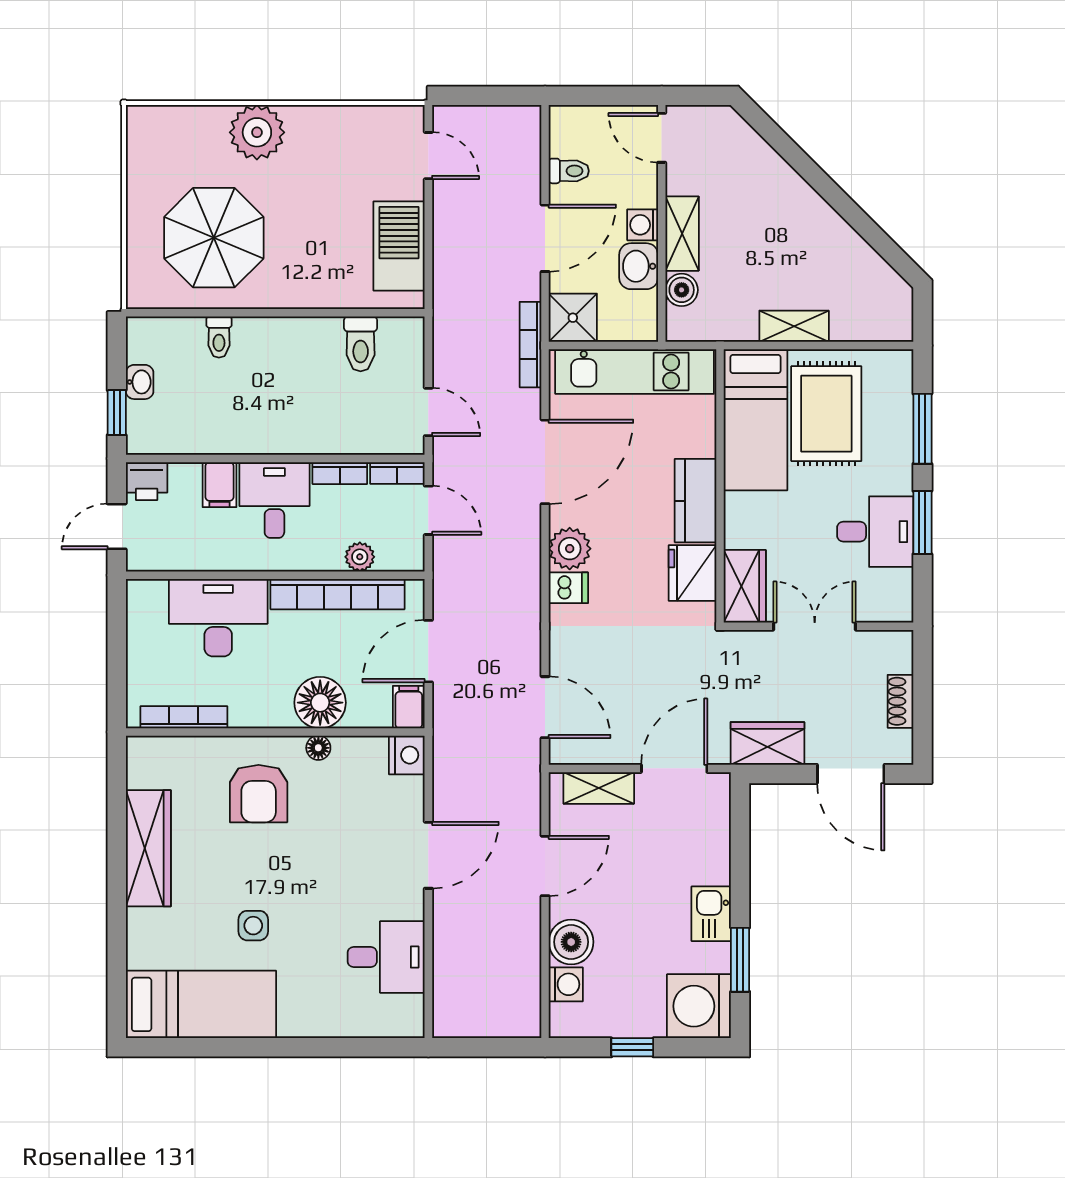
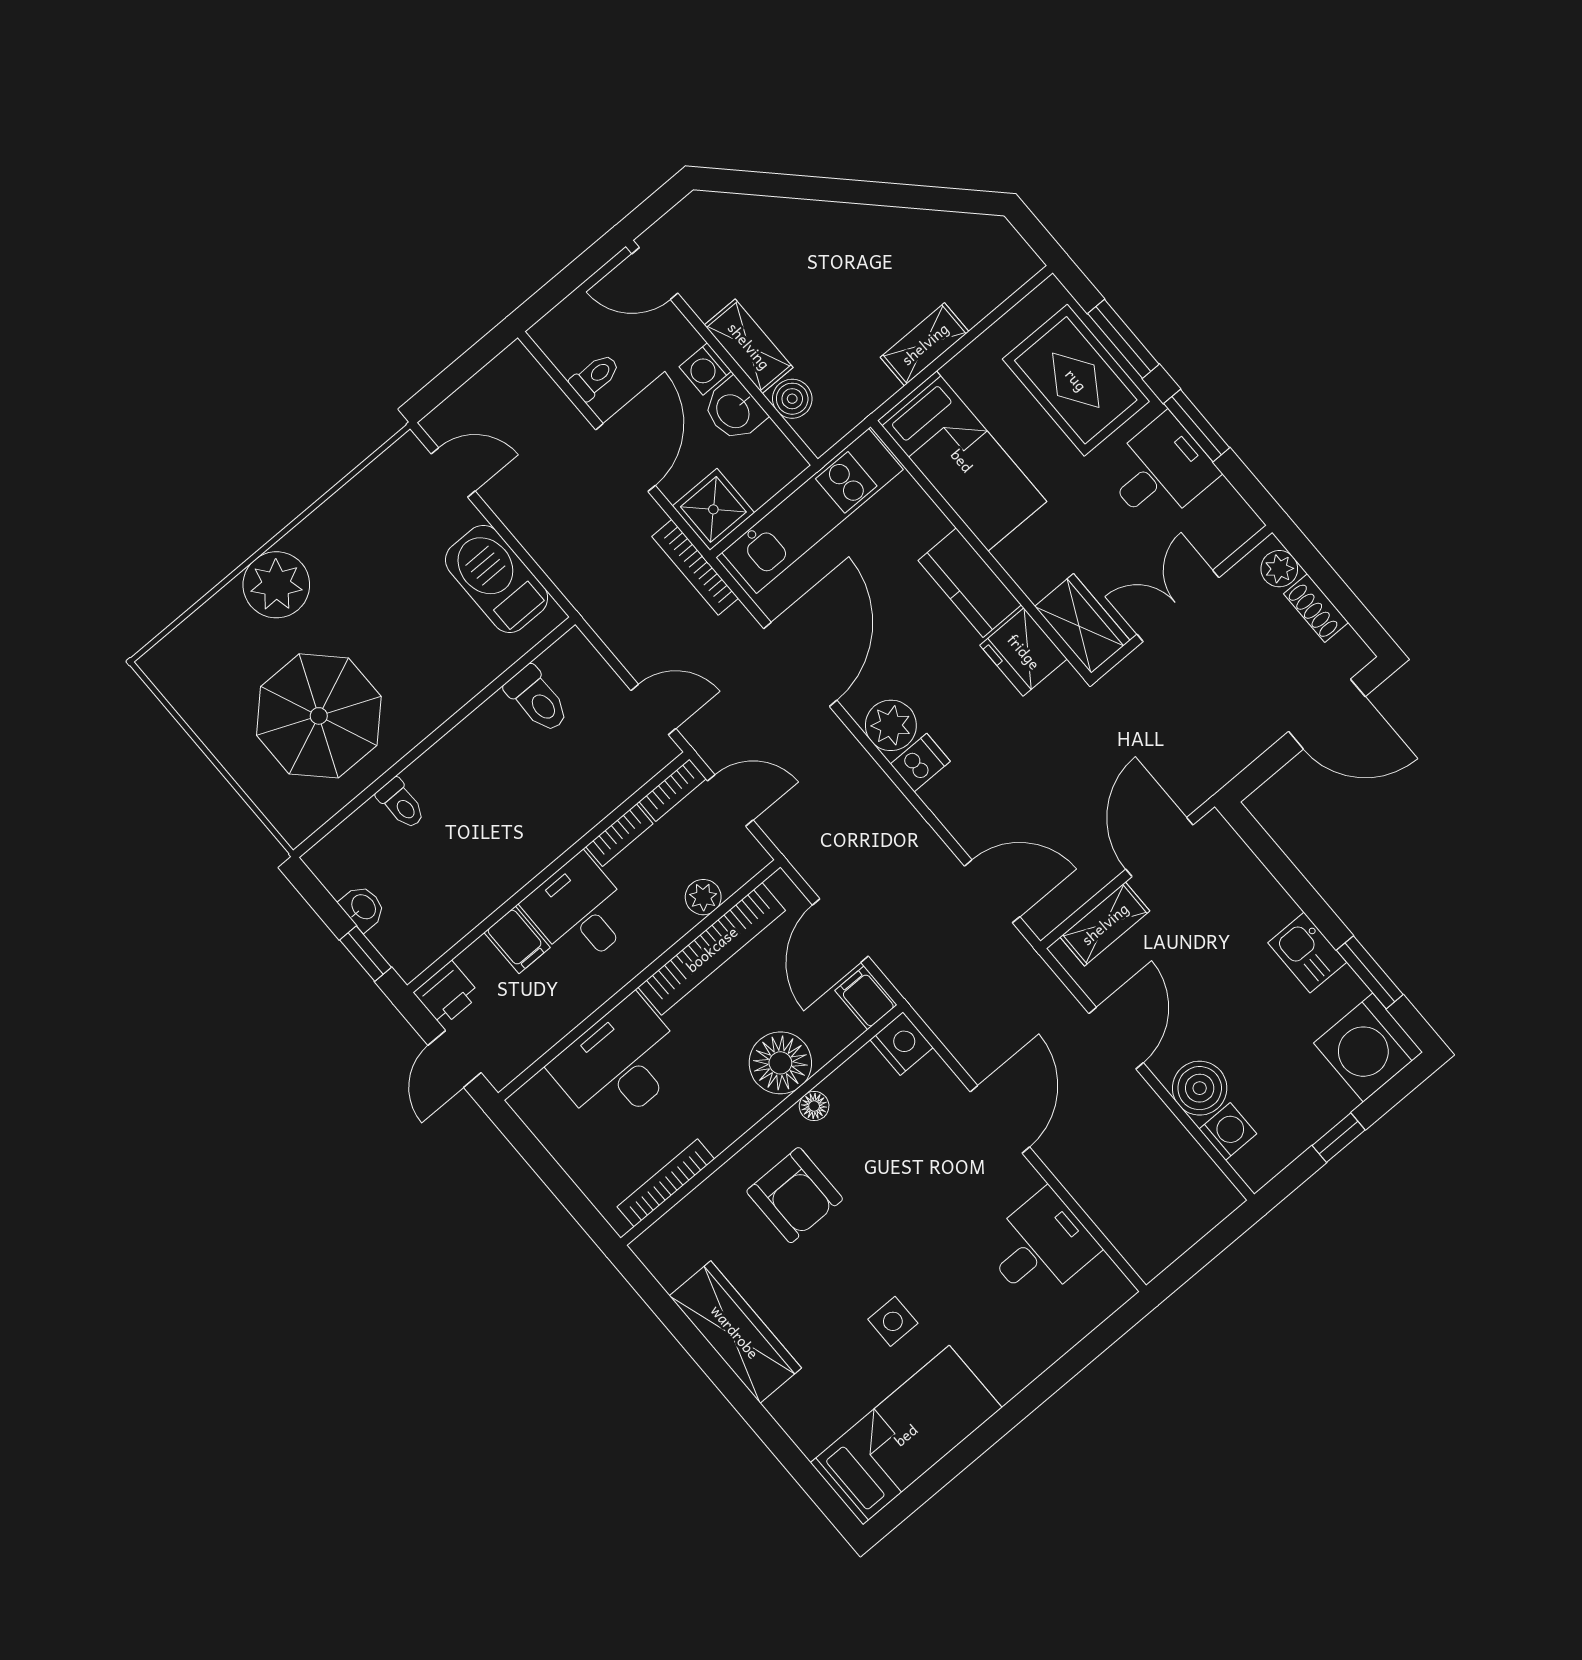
rug: (826, 414) -> (1076, 380), moved
plant: (898, 657) -> (1279, 569), added
wardrobe: (767, 743) -> (1226, 751), removed

